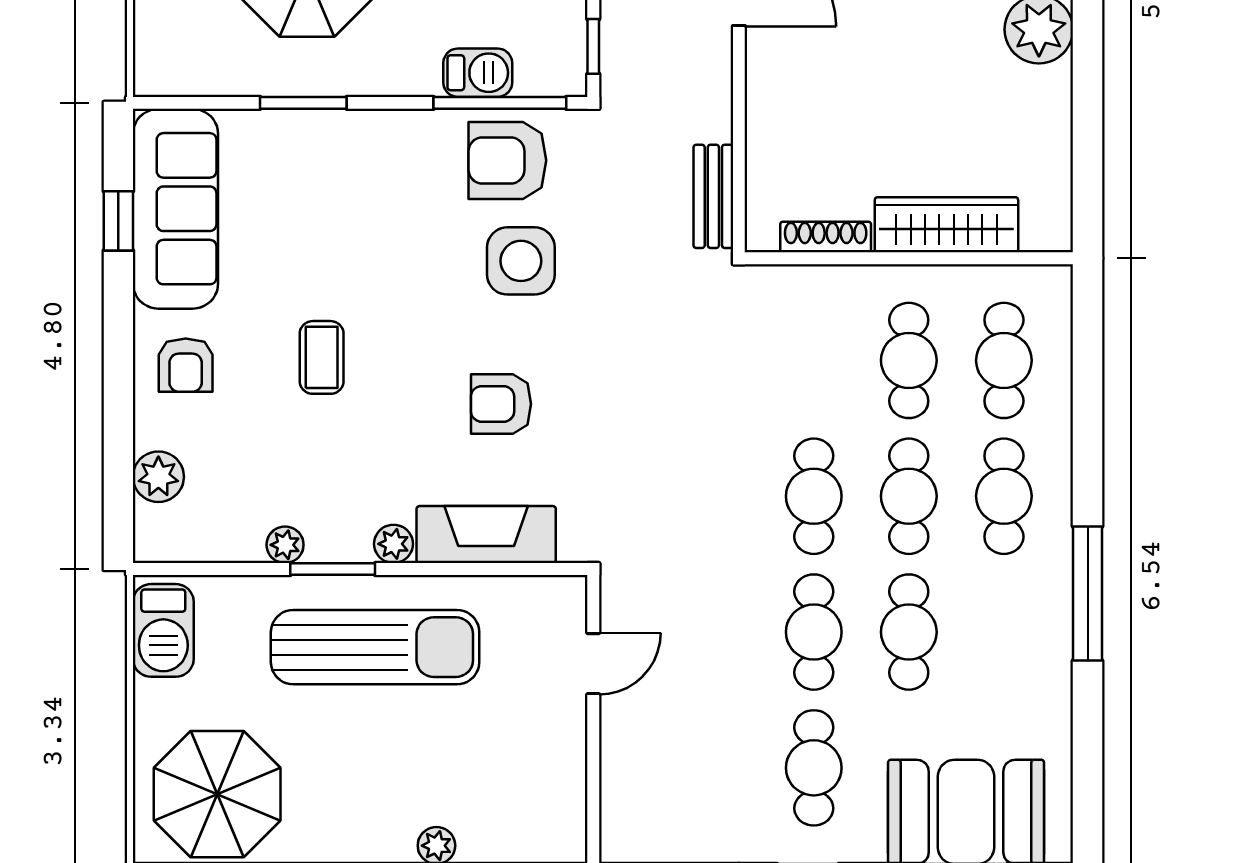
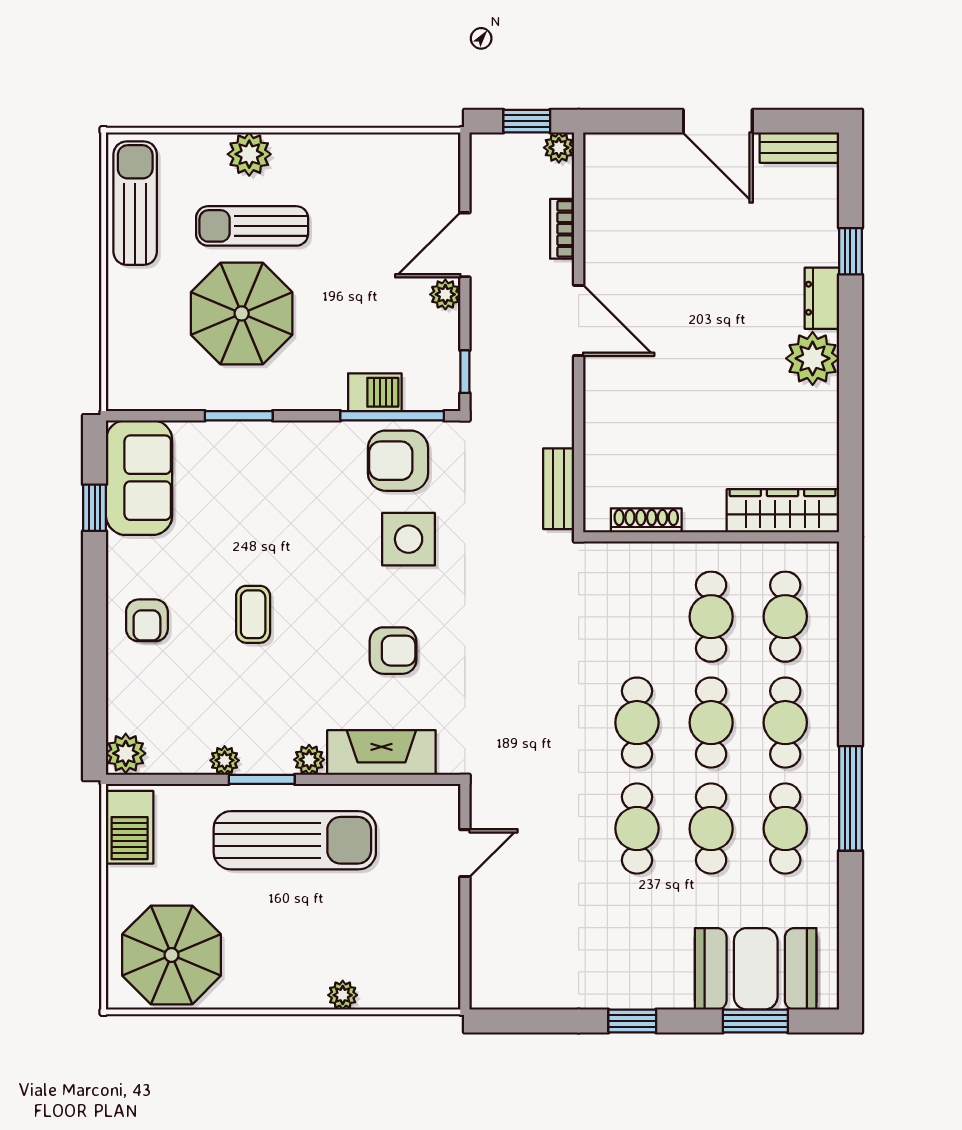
sofa: (175, 209) -> (139, 478), width x0.73
wardrobe: (946, 225) -> (783, 511), moved
armchair: (501, 404) -> (393, 651), turned 180
plant: (158, 477) -> (126, 753), moved
cafe table: (814, 768) -> (785, 829), moved

